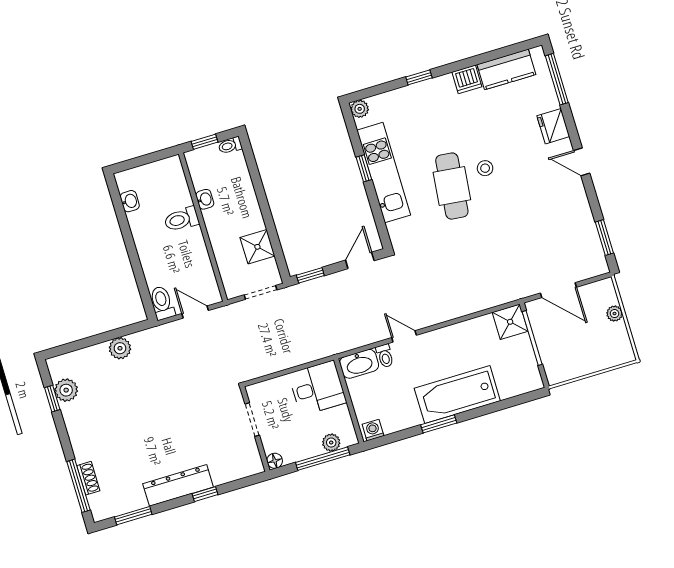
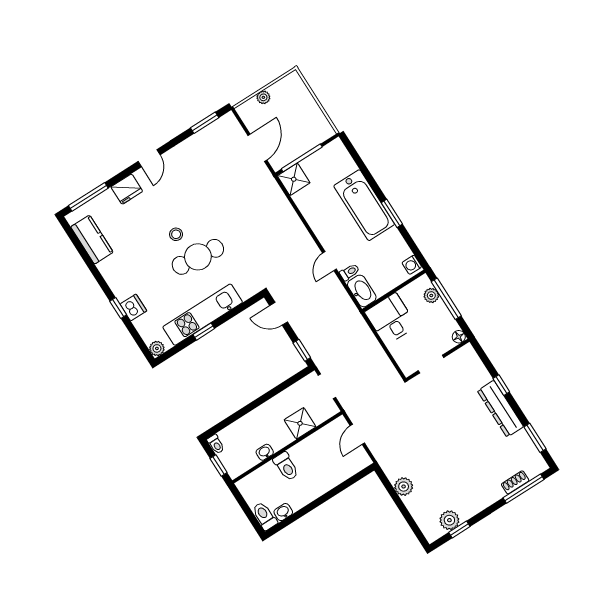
dishwasher: (467, 79) -> (133, 308), moved
shower: (257, 247) -> (300, 423), moved
toilet: (162, 303) -> (265, 516), moved, turned 90

